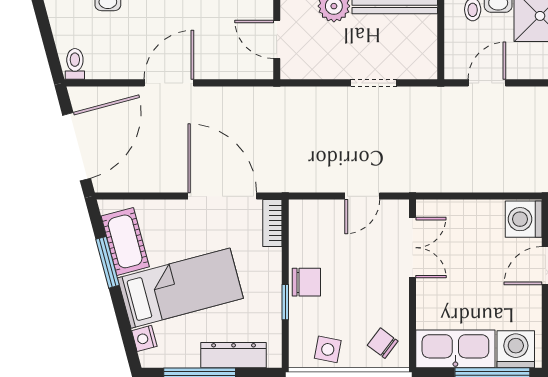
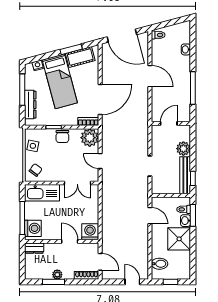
plant: (309, 220) -> (90, 138), added
kitchen sink: (455, 349) -> (42, 193), moved, turned 90

